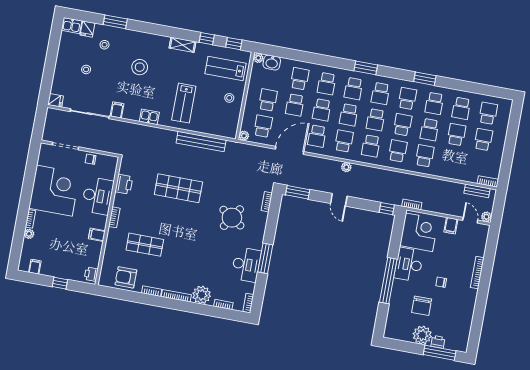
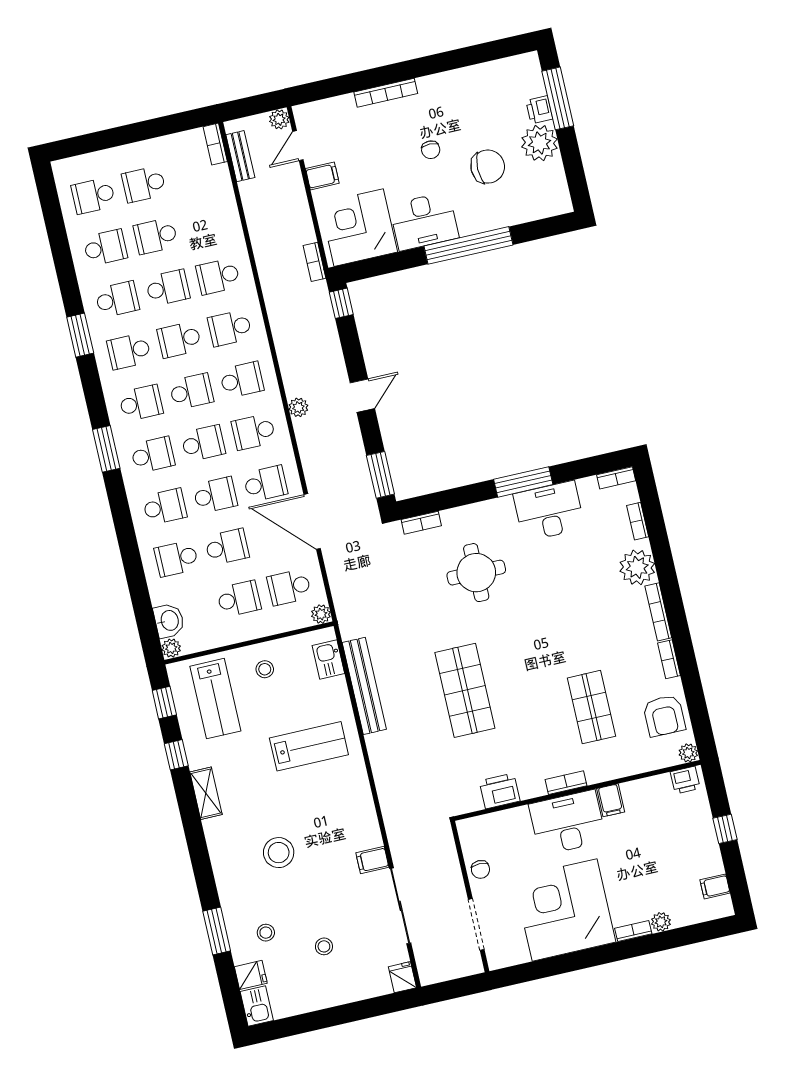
school desk: (268, 100) -> (239, 599), turned 180
kitchen sink: (149, 117) -> (328, 659), moved
desk: (98, 196) -> (568, 823), moved
round table: (232, 218) -> (476, 573), turned -33
plant: (103, 281) -> (688, 753), added

